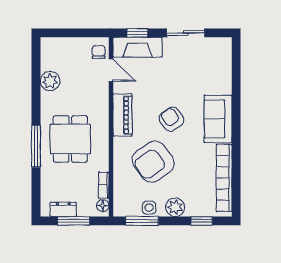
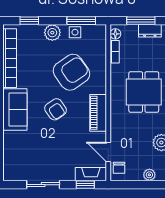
plant: (64, 44) -> (149, 175), added
fireplace: (137, 47) -> (91, 174), width x0.73, depth x0.76

